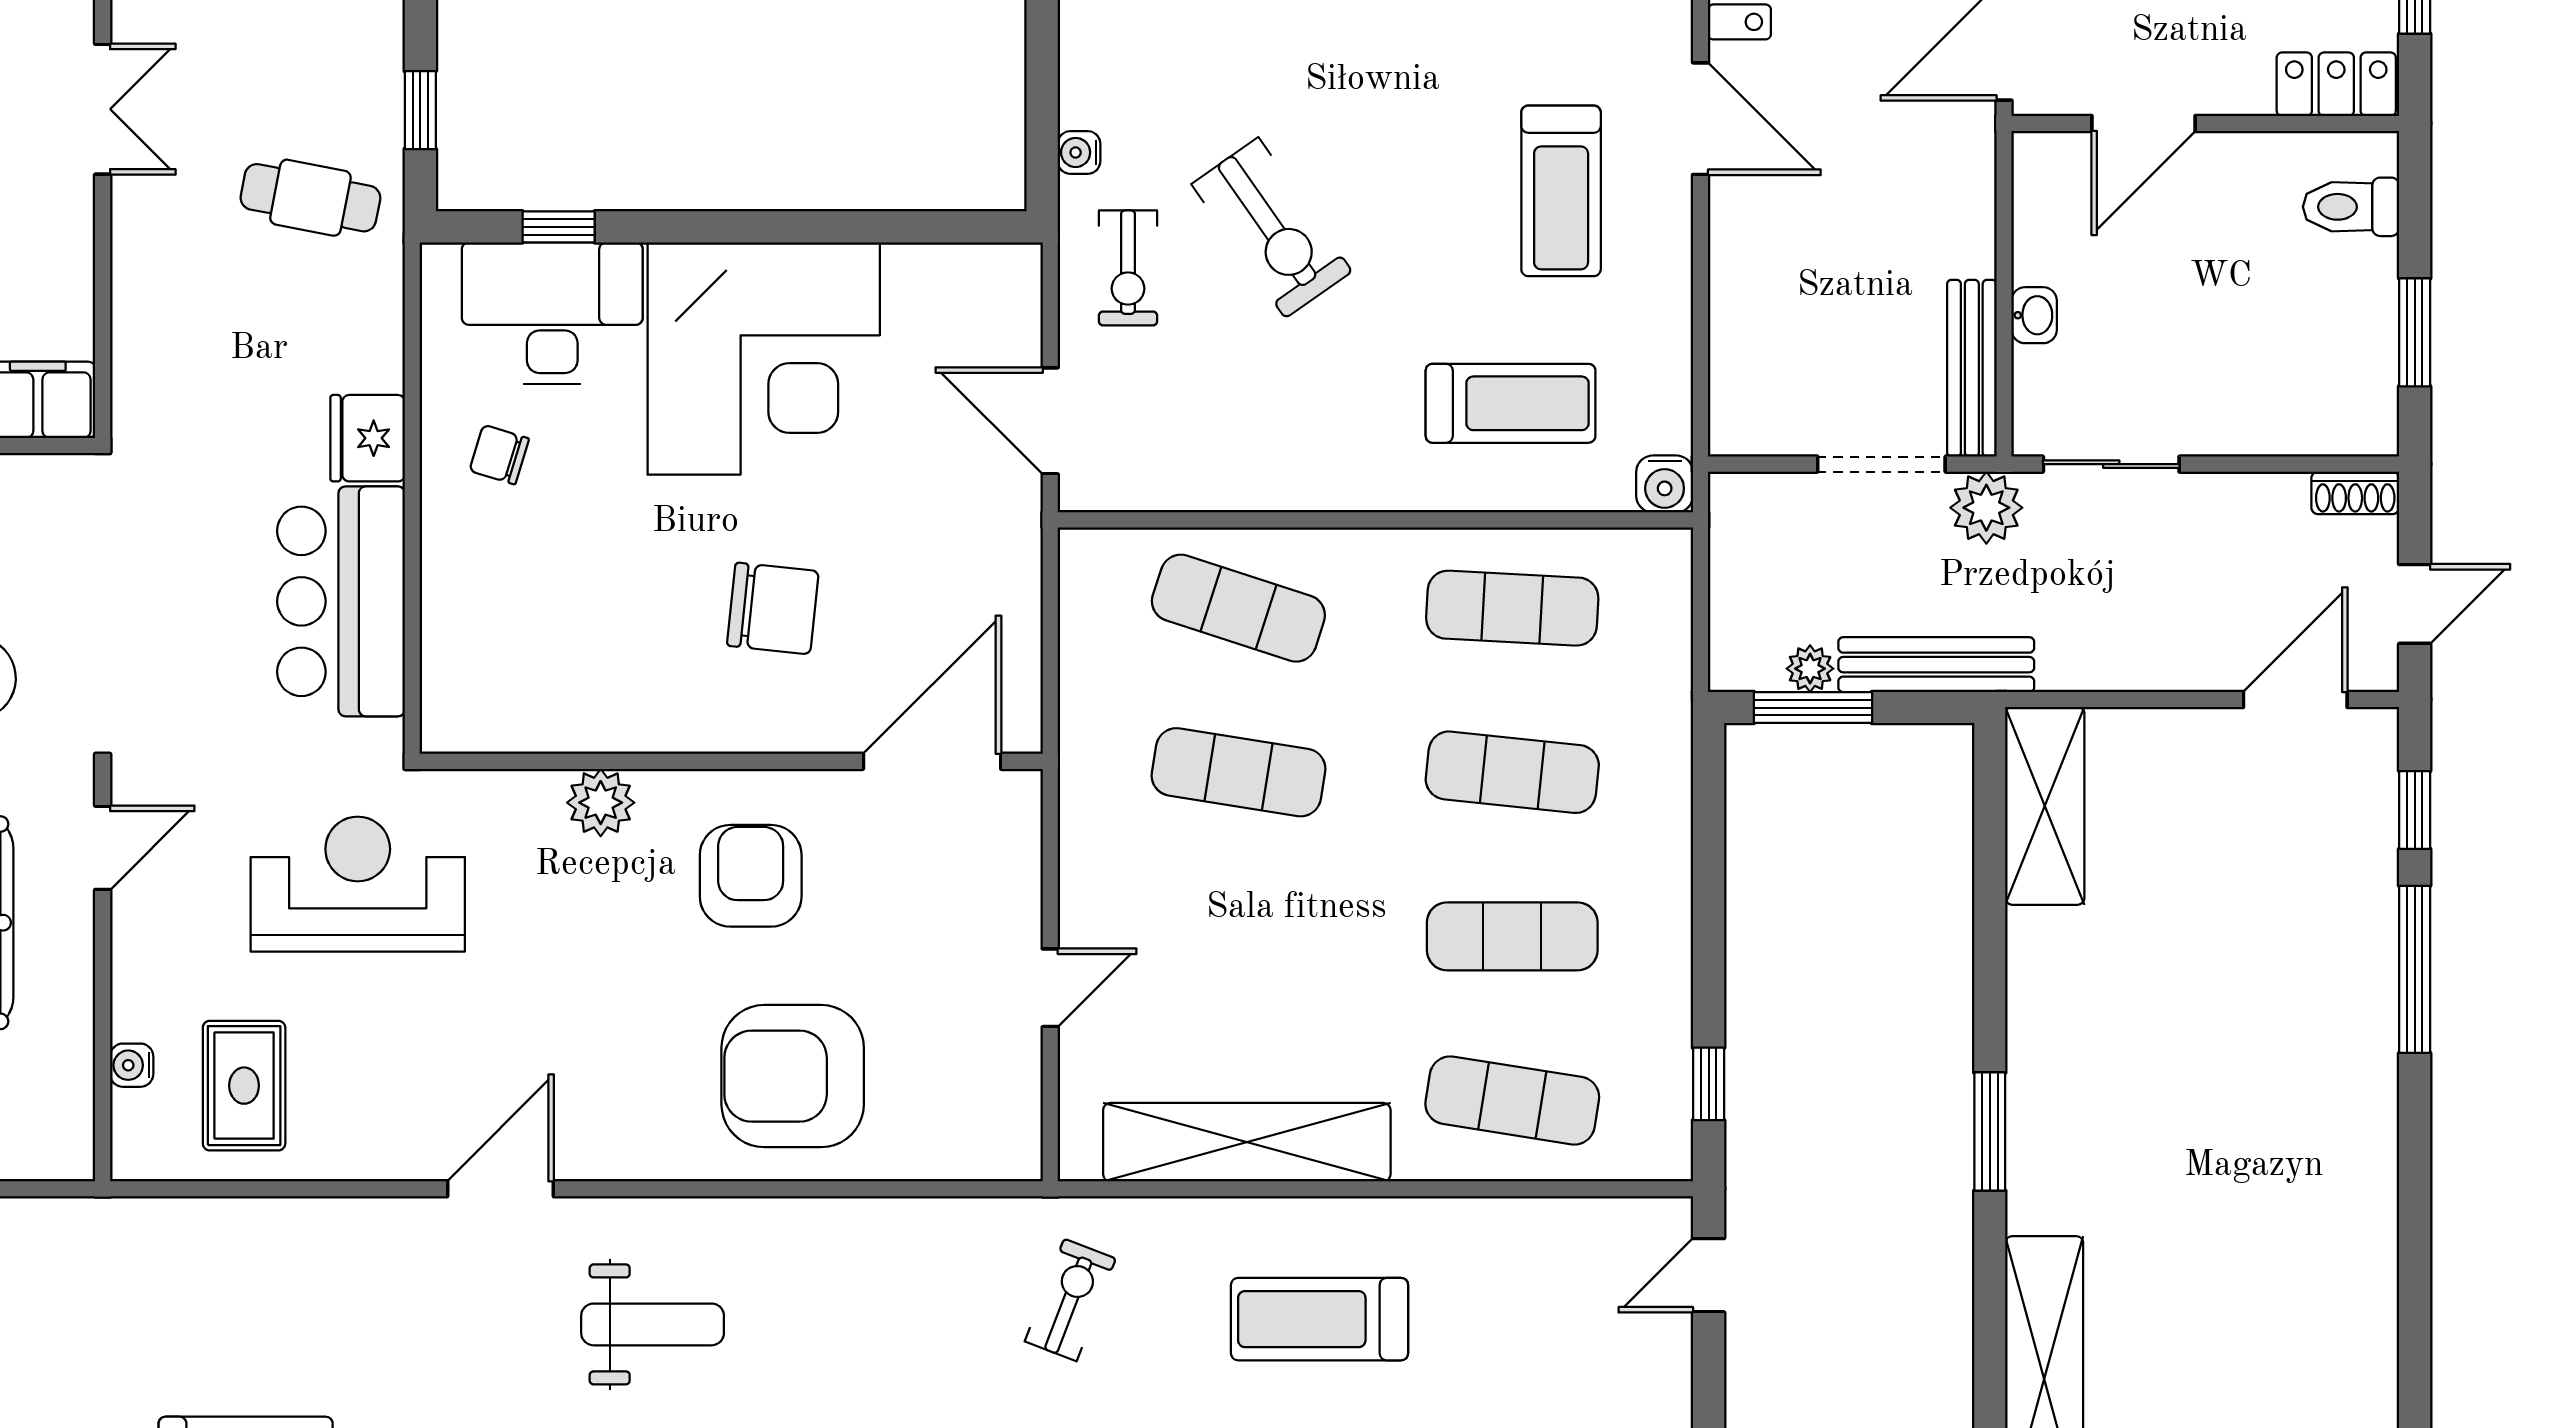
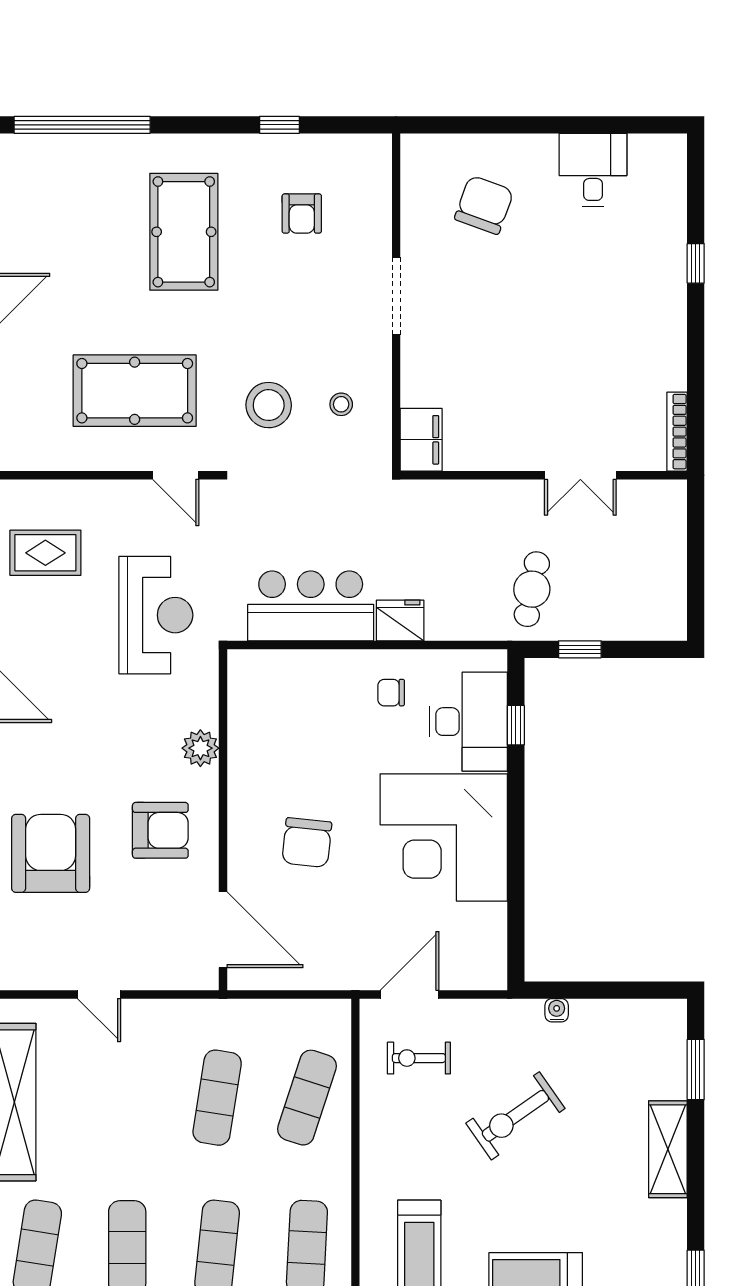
exercise bike: (1128, 268) -> (419, 1058), moved
chair: (499, 455) -> (391, 693), turned -107
water cooler: (132, 1065) -> (57, 491), removed

